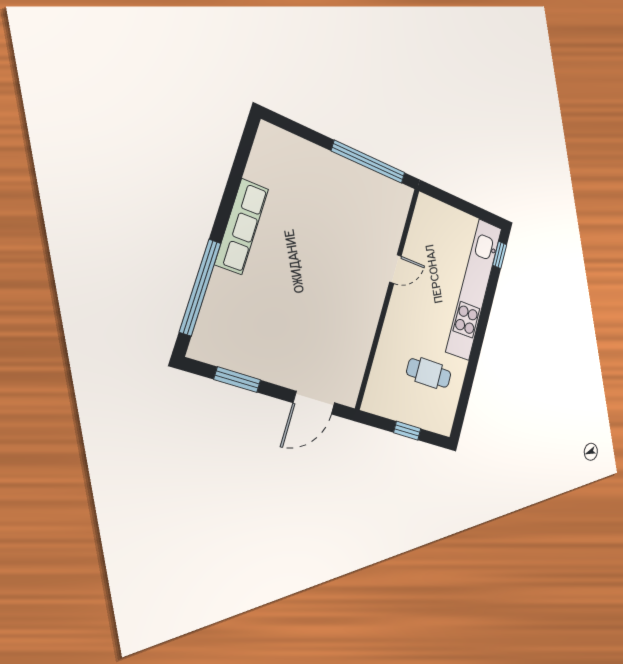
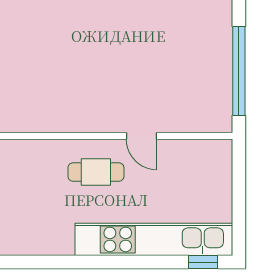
cafe table: (429, 373) -> (96, 172), moved, turned 90

